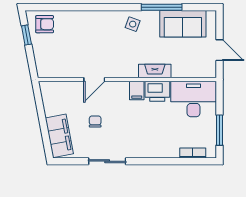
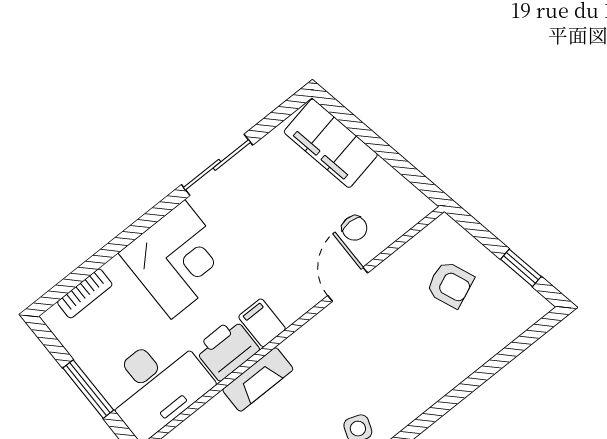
armchair: (45, 24) -> (450, 284), moved, turned -113
chair: (95, 121) -> (354, 228), moved
window: (219, 130) -> (88, 389), moved
corner desk: (149, 138) -> (178, 259), added

